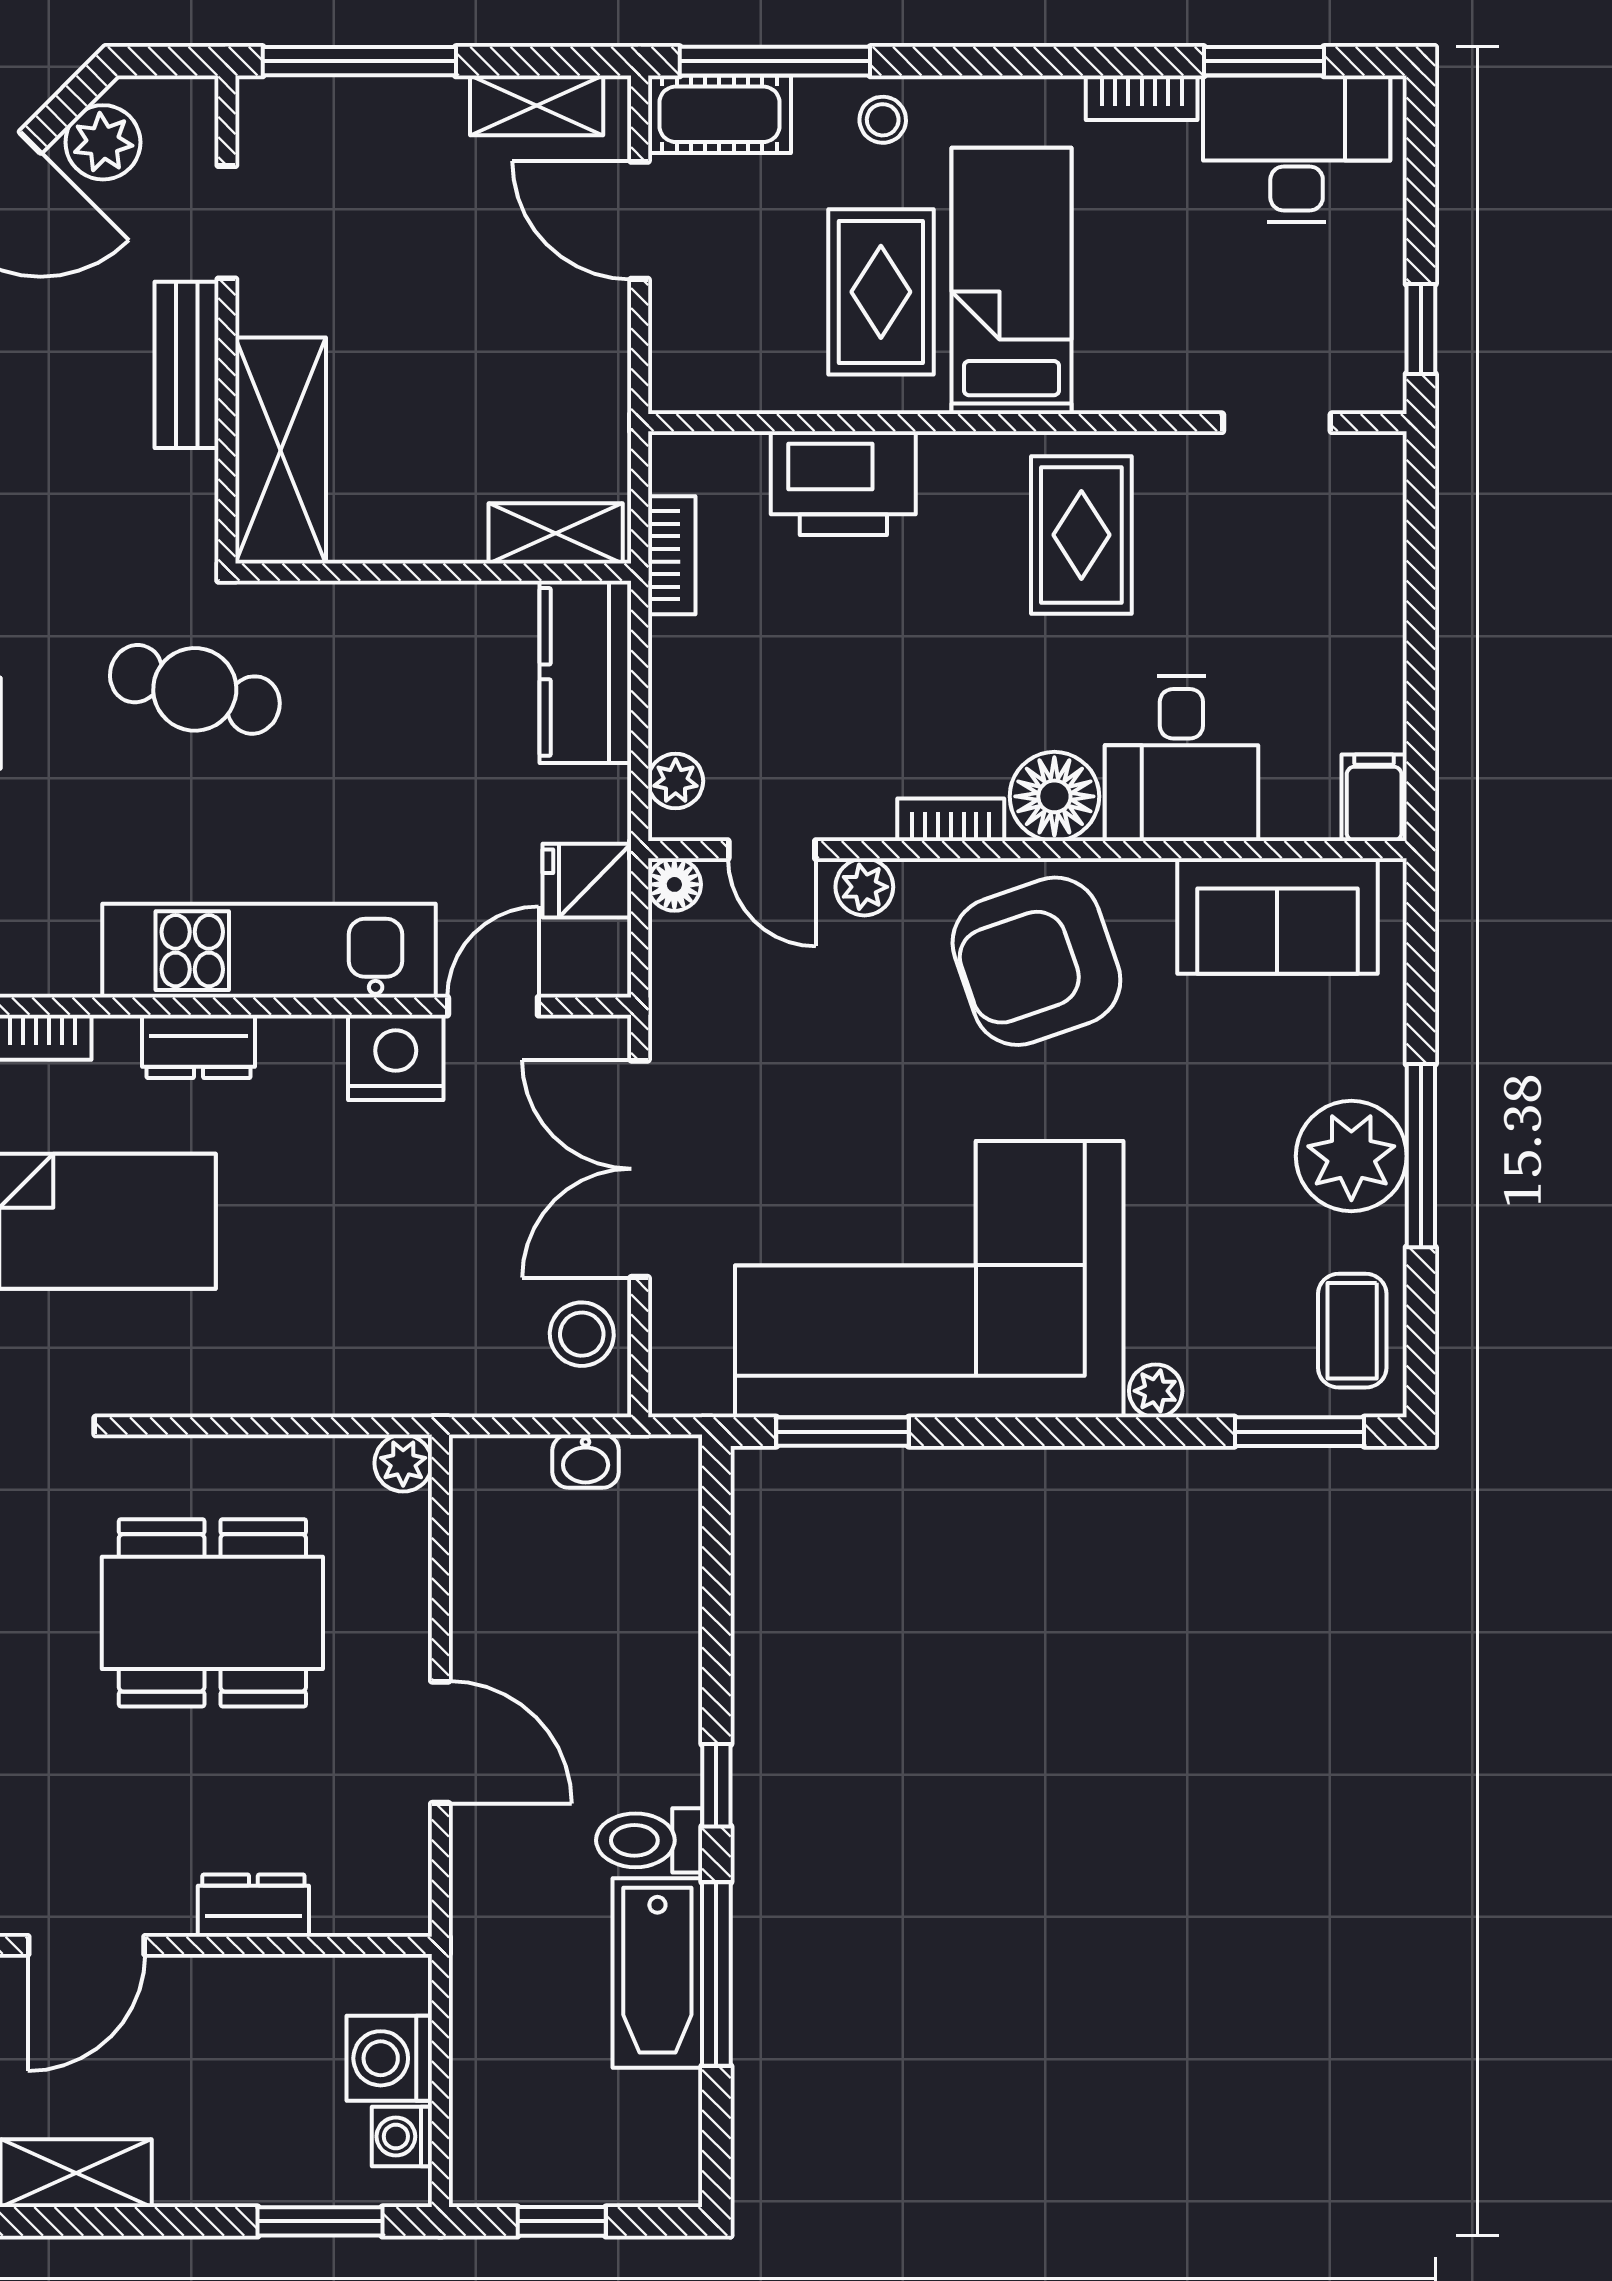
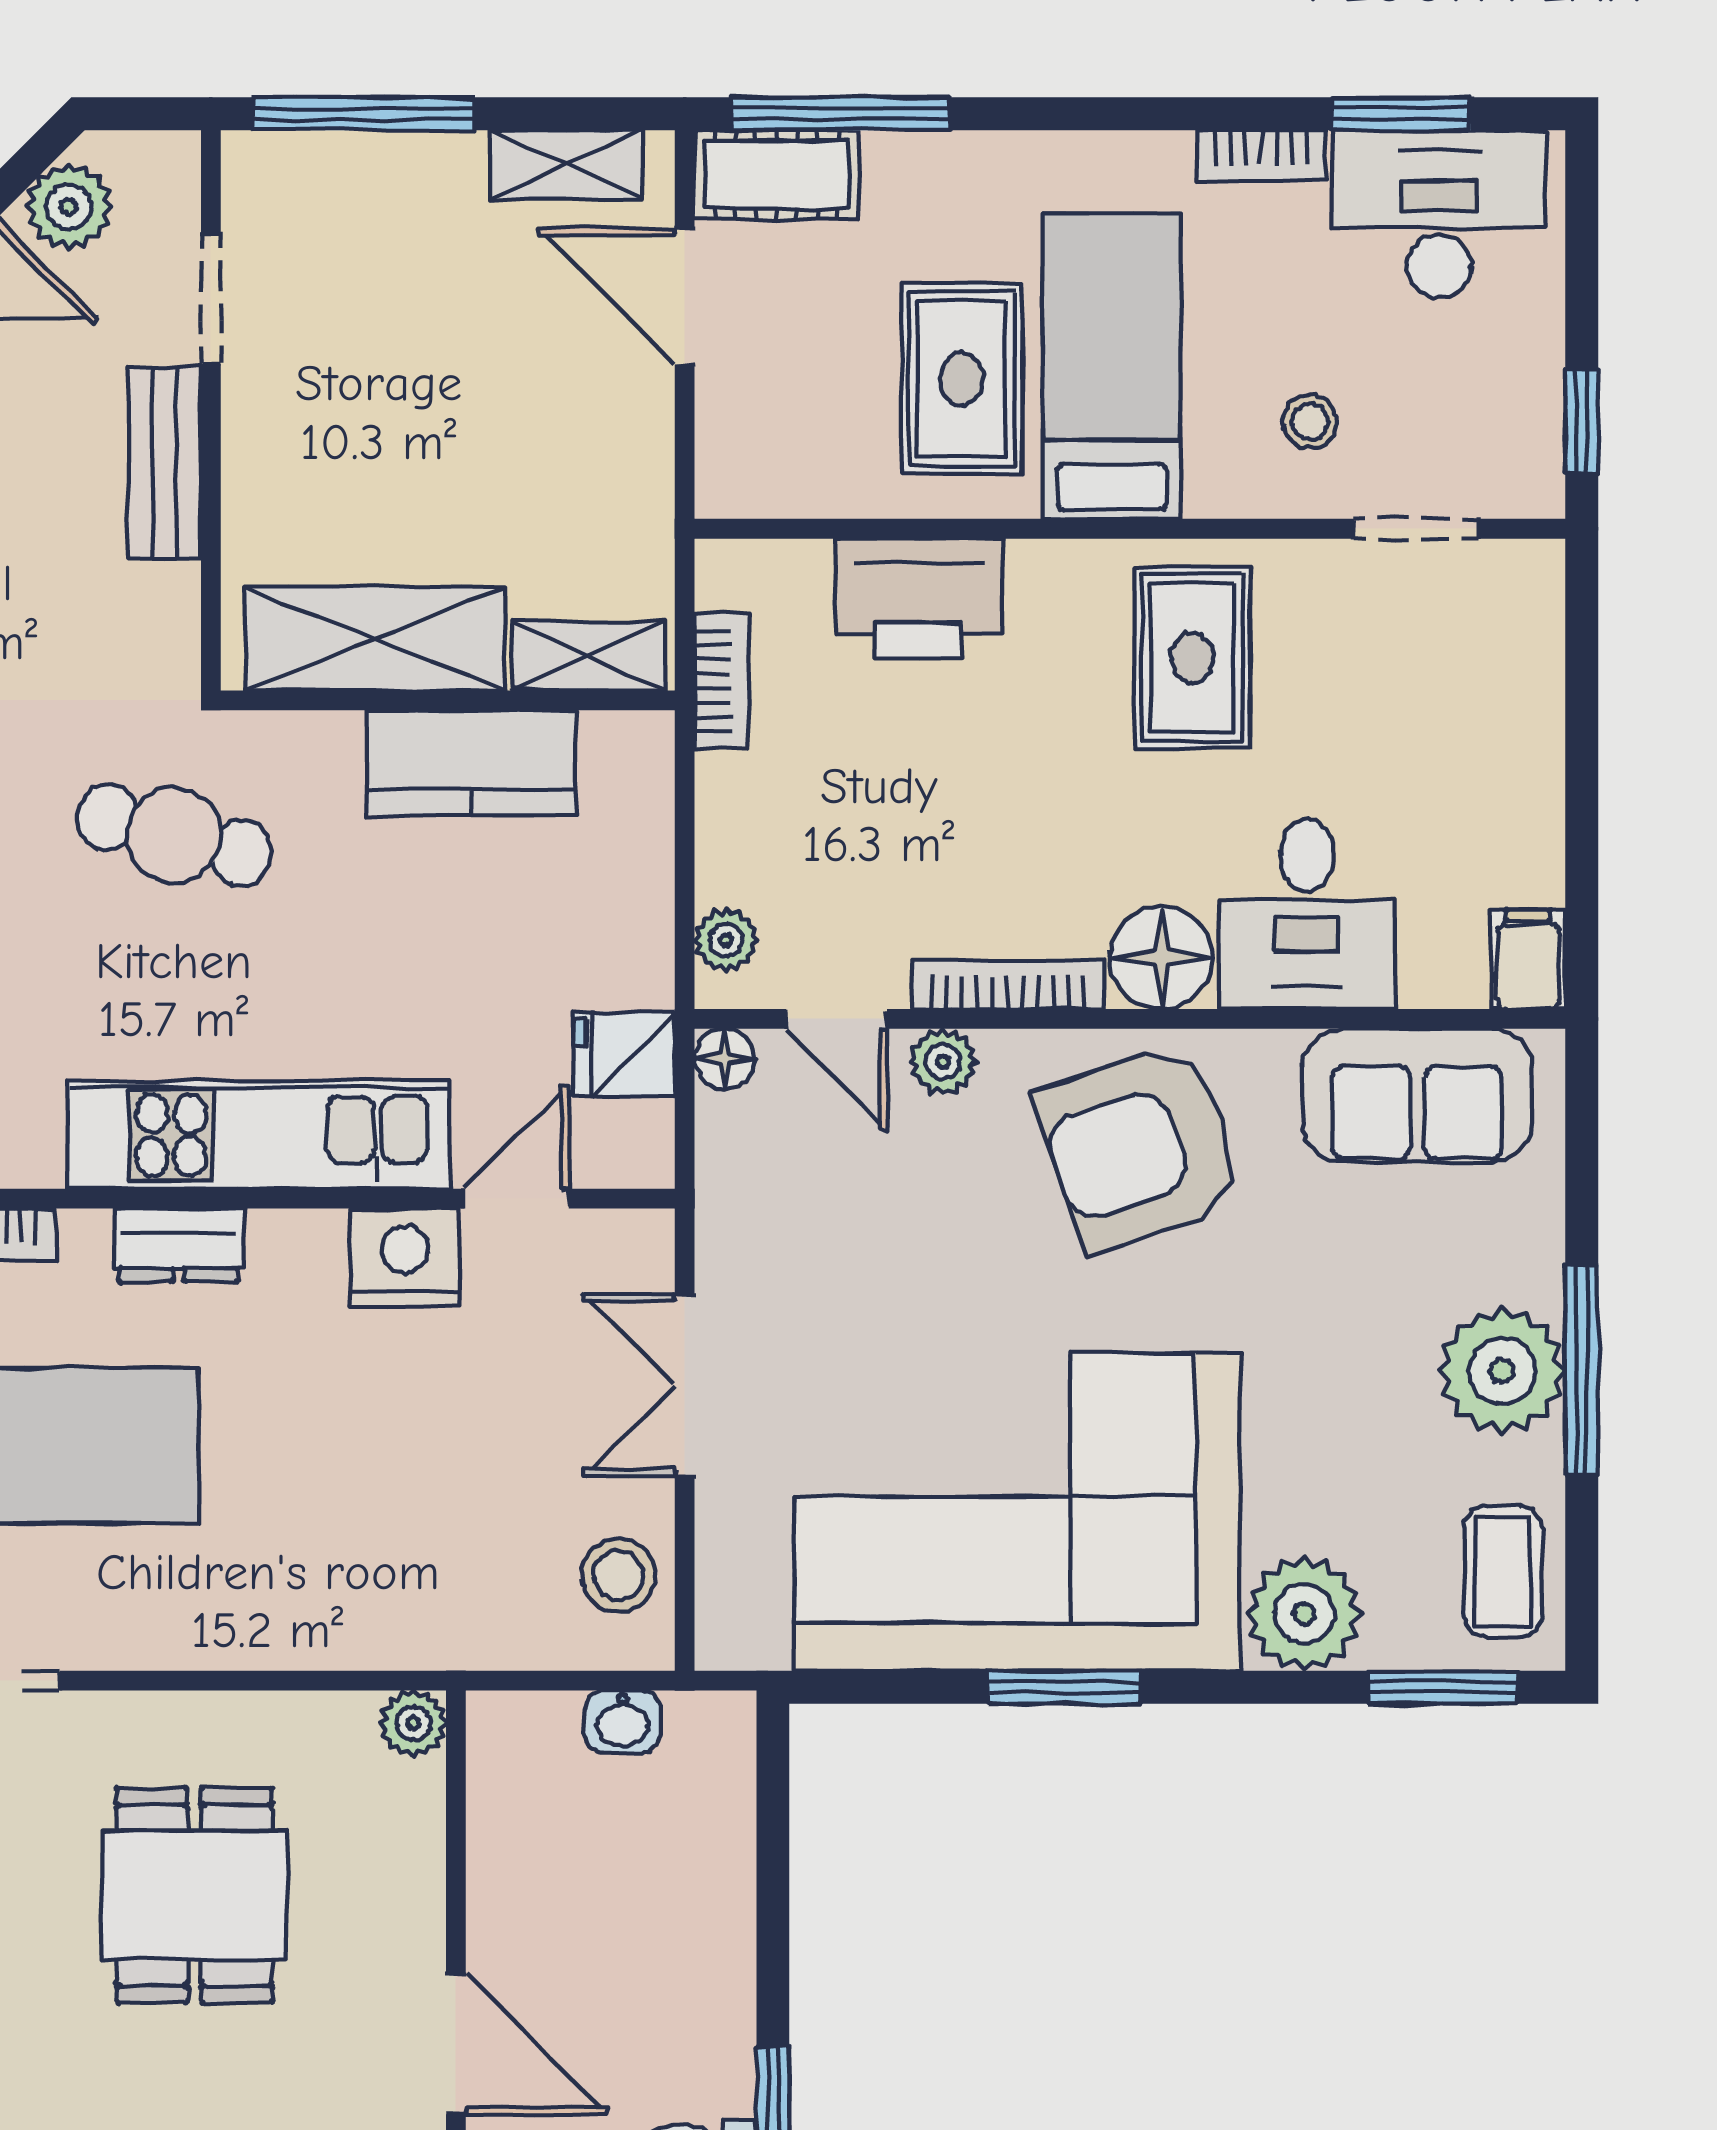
stool: (883, 120) -> (1310, 422), moved
shelving: (281, 450) -> (375, 639), moved, turned 90
kitchen counter: (585, 672) -> (471, 763), moved, turned -90
bookcase: (951, 820) -> (1008, 985), width x1.56
double door: (640, 1169) -> (685, 1385), width x0.73
plant: (1156, 1391) -> (1304, 1614), width x1.87, depth x1.87
window: (843, 1432) -> (1065, 1687), moved
dining table: (212, 1613) -> (194, 1895), width x0.73

